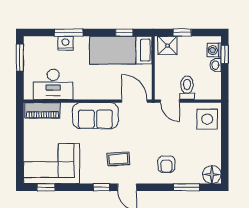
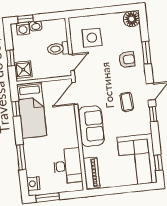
nightstand: (65, 43) -> (33, 184), moved
side table: (207, 119) -> (92, 38), moved
window: (186, 187) -> (147, 53), moved

